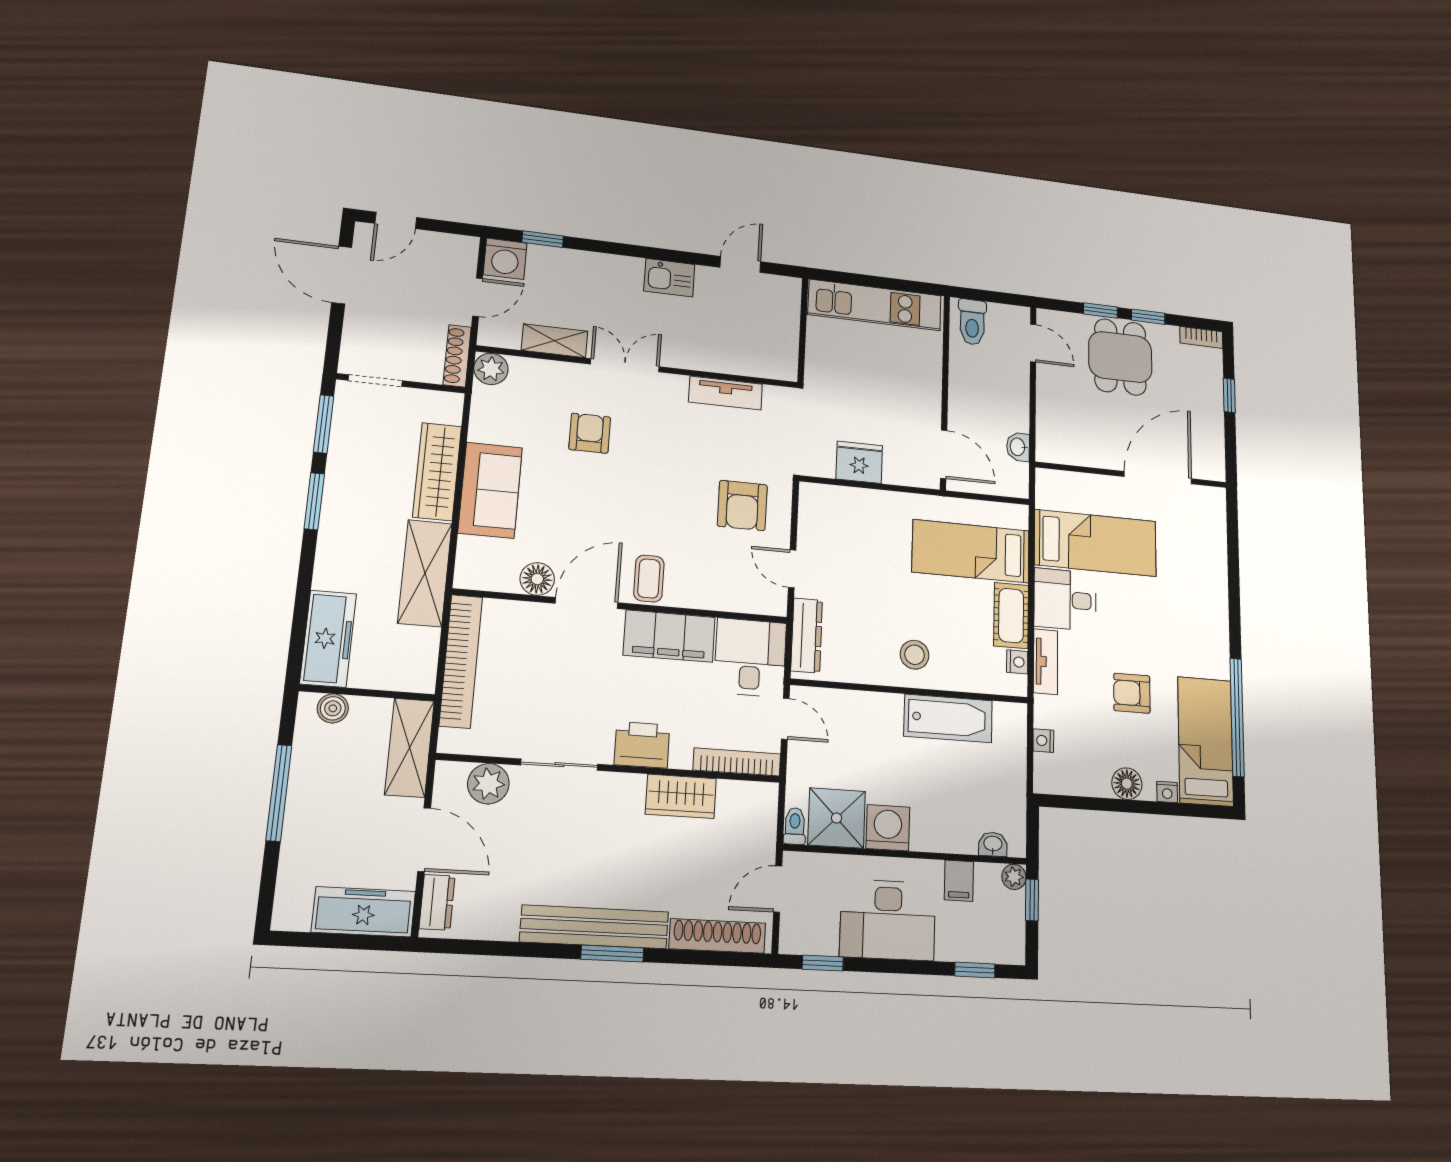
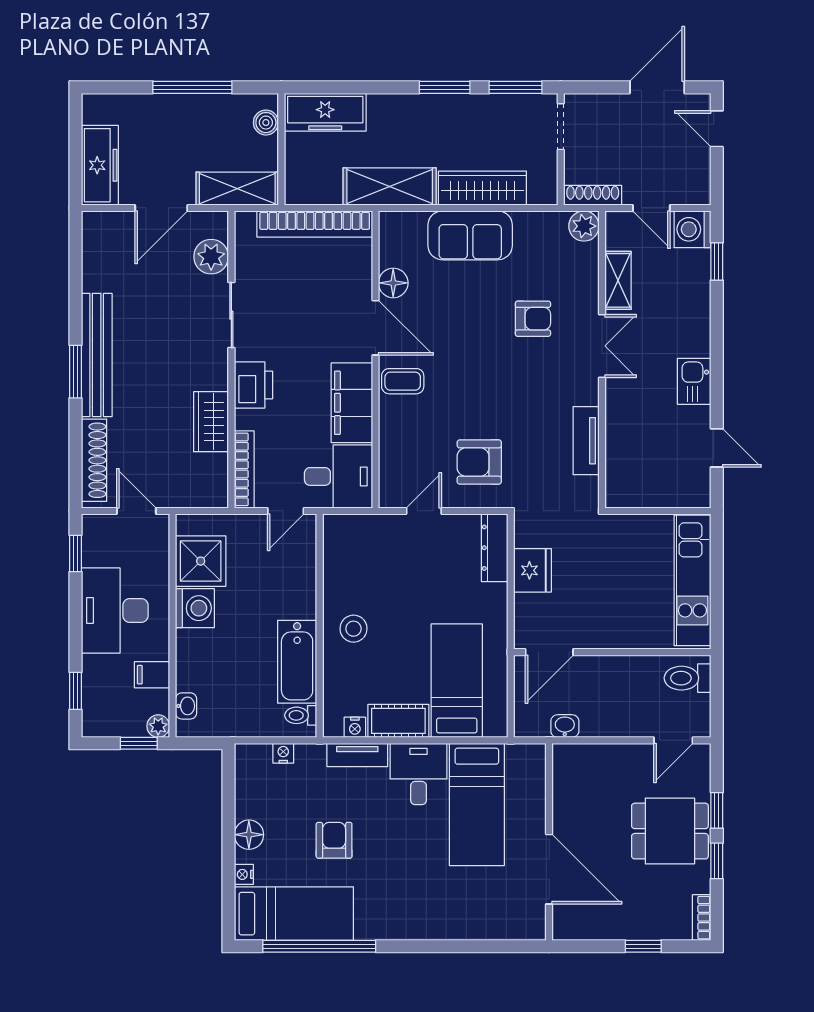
dresser: (807, 635) -> (495, 548), moved, turned 90
toilet: (795, 826) -> (301, 715), moved, turned 180
dresser: (437, 902) -> (110, 223), removed

